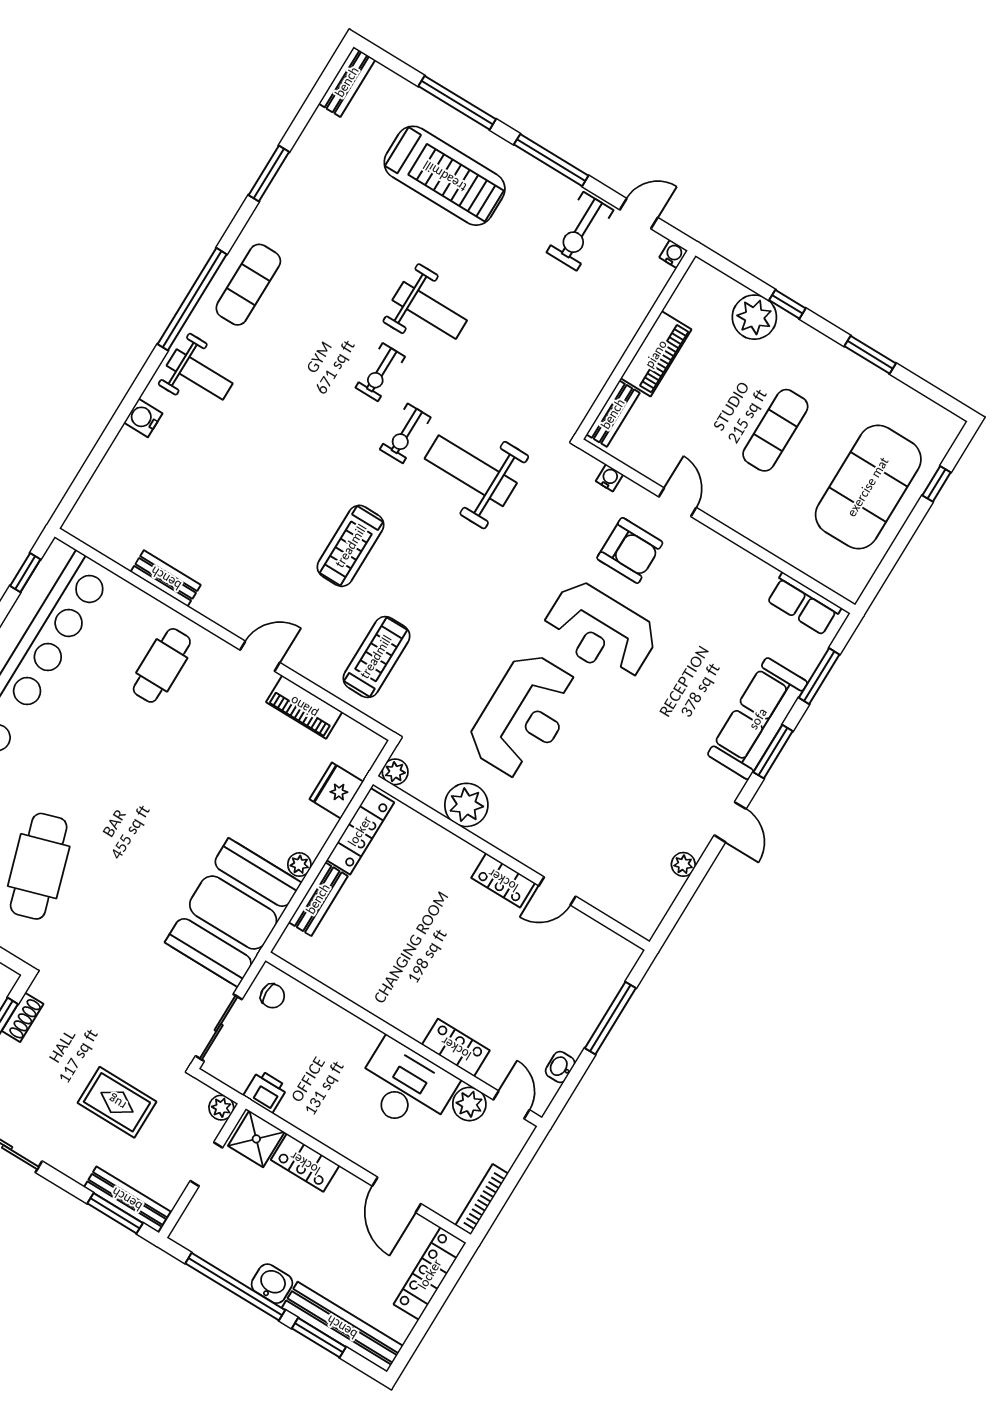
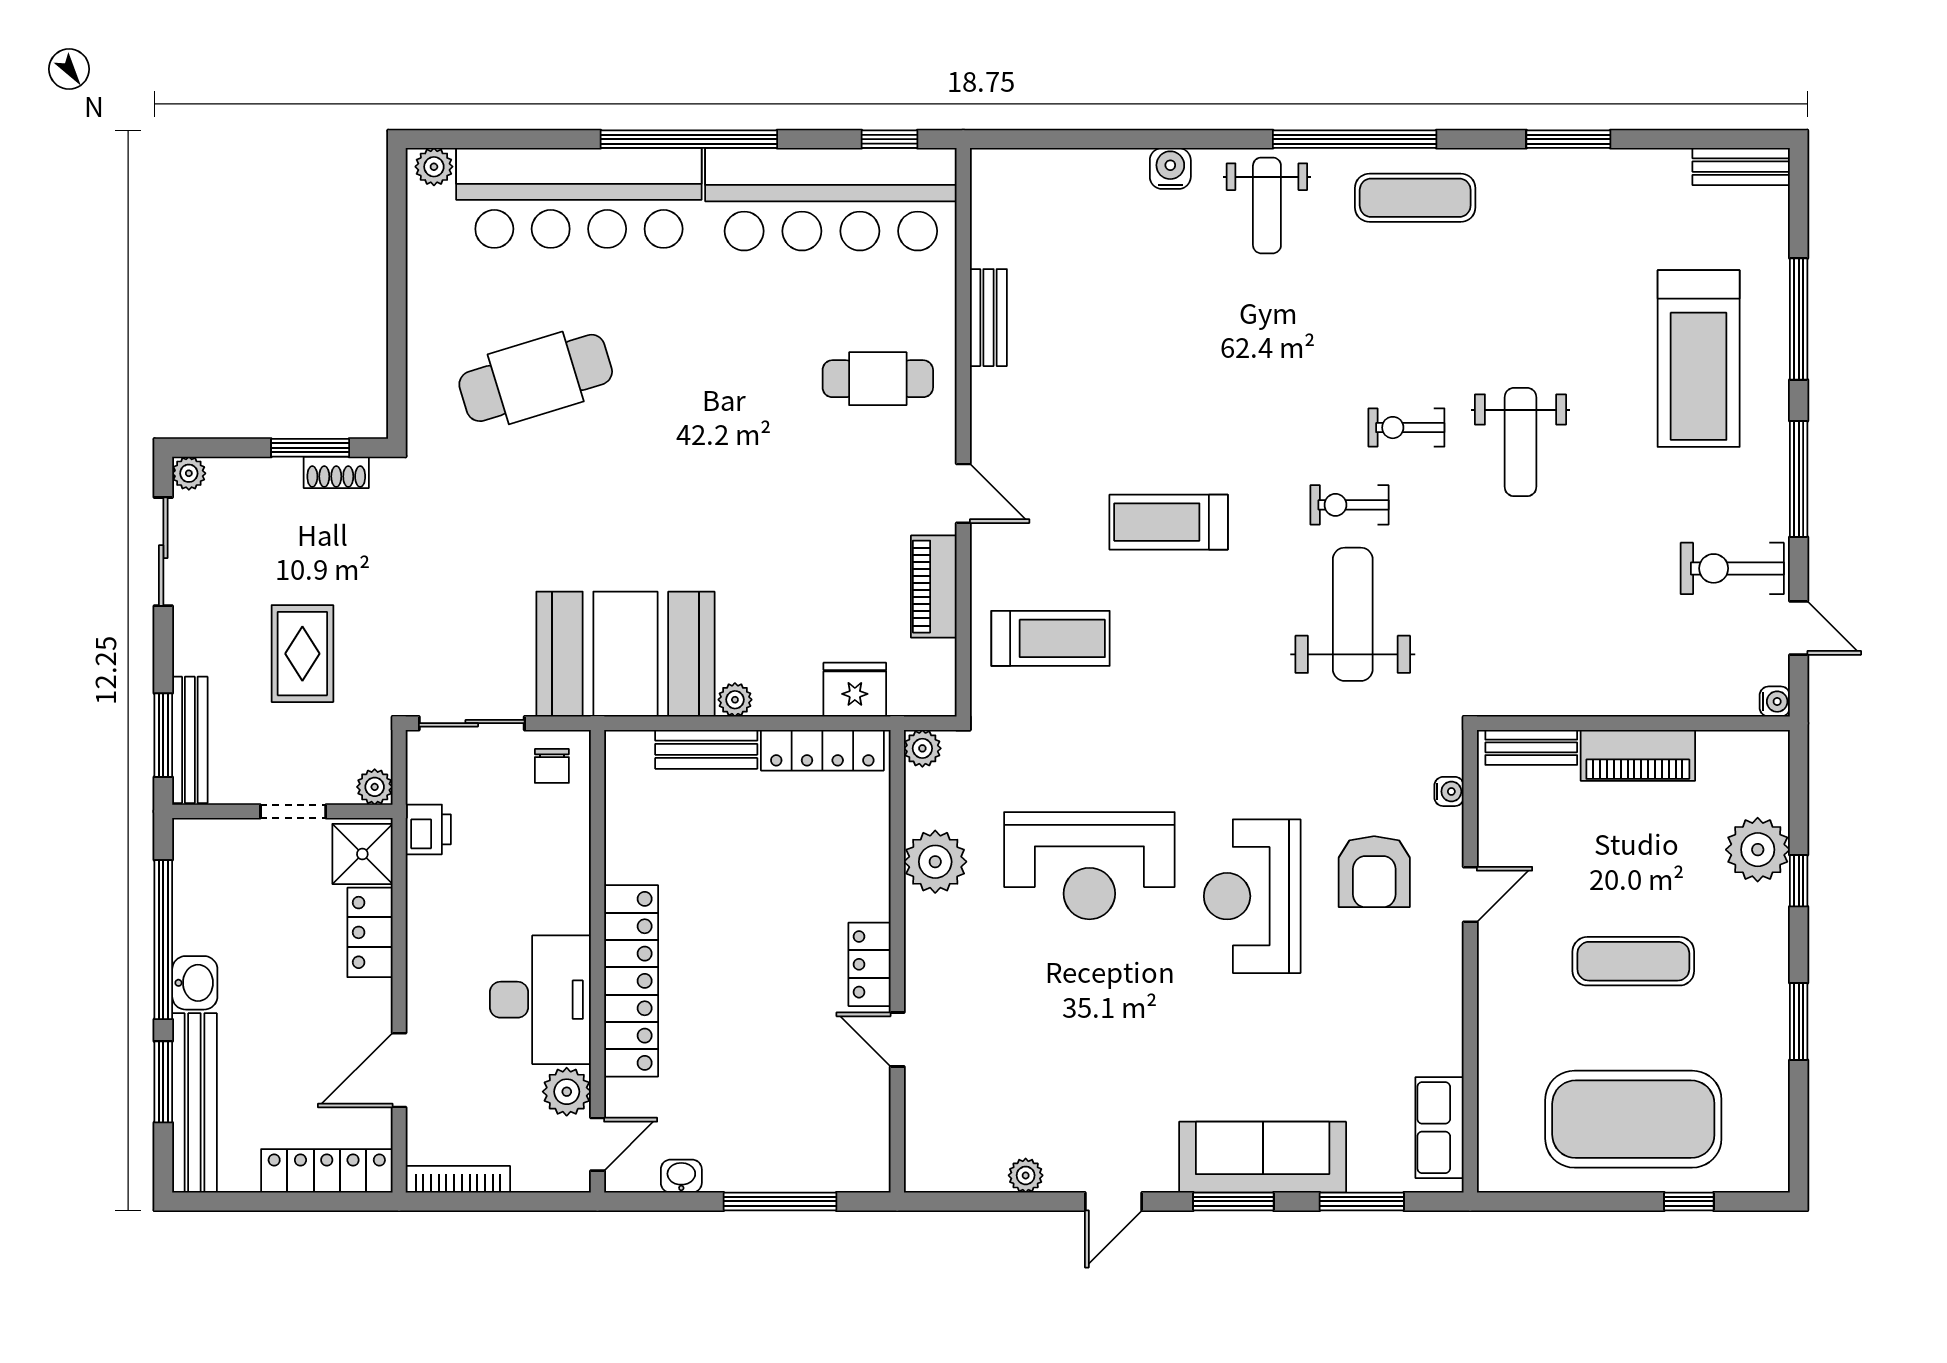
locker: (456, 1048) -> (631, 981), width x2.16, depth x1.21

